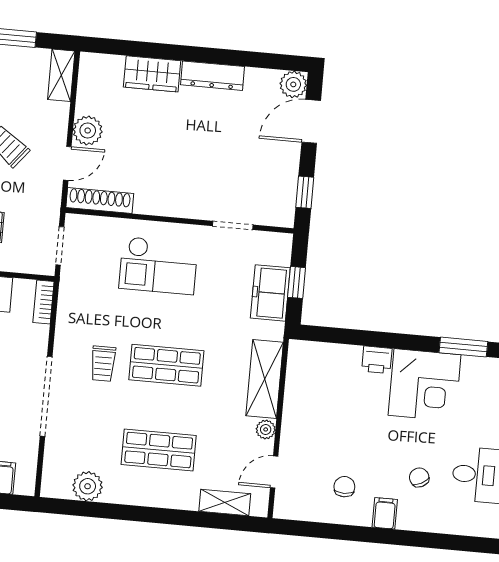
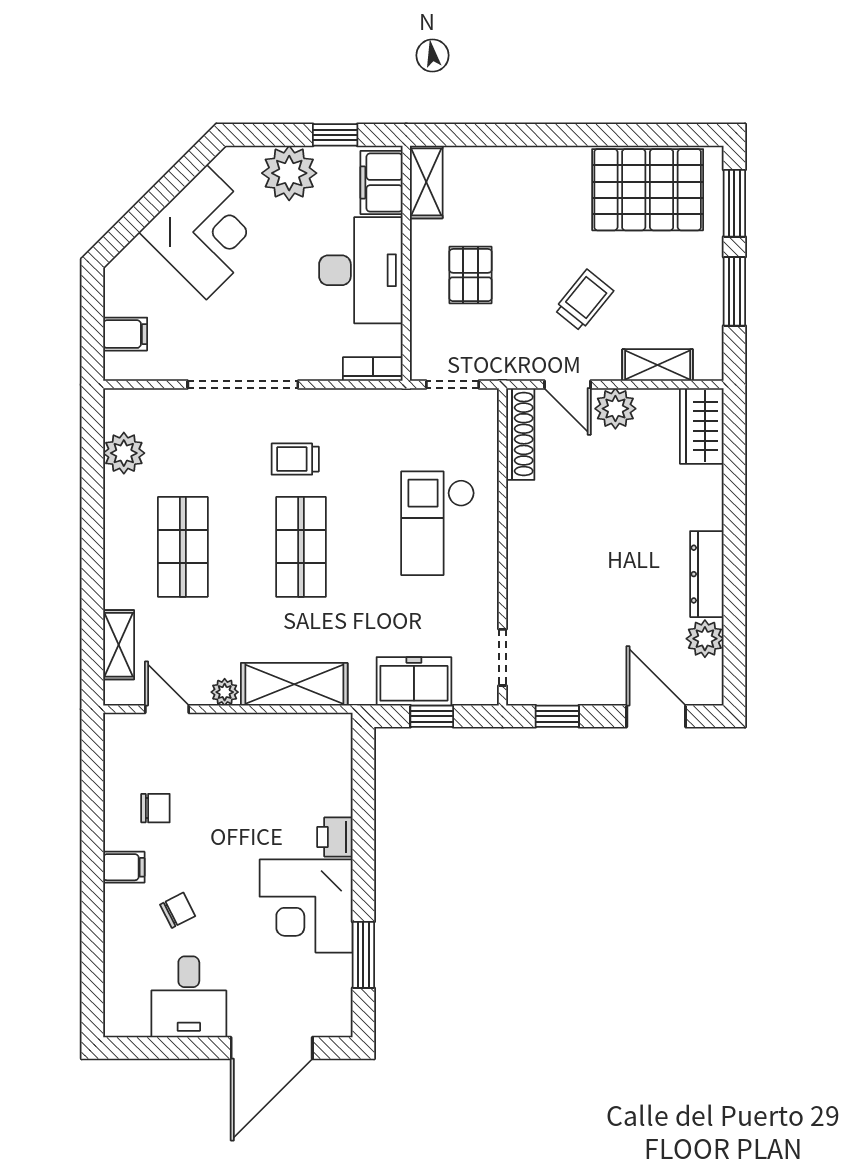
wardrobe: (152, 74) -> (702, 426), moved
shelving: (61, 75) -> (658, 365), moved
plant: (293, 84) -> (705, 639), moved
doorway: (233, 225) -> (503, 657), moved

